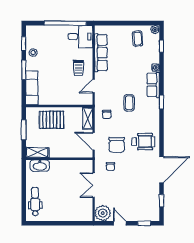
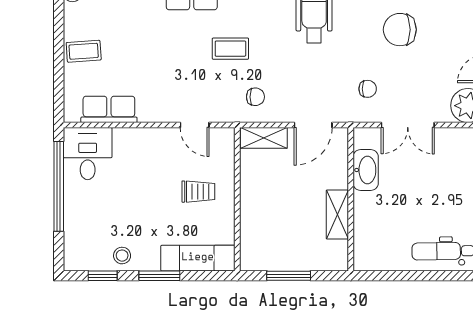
coffee table: (138, 39) -> (84, 51), moved
row of seats: (101, 53) -> (109, 109), width x0.68
trolley: (78, 68) -> (198, 192), moved
pallet: (52, 120) -> (267, 216), removed
chair: (117, 145) -> (400, 30), moved, turned 180
shelving: (37, 152) -> (337, 215), moved
washbasin: (40, 166) -> (366, 170), moved

